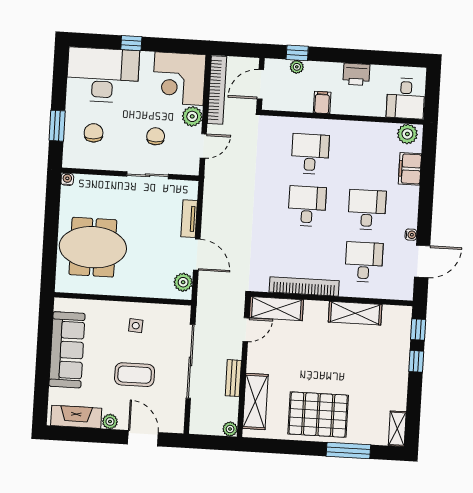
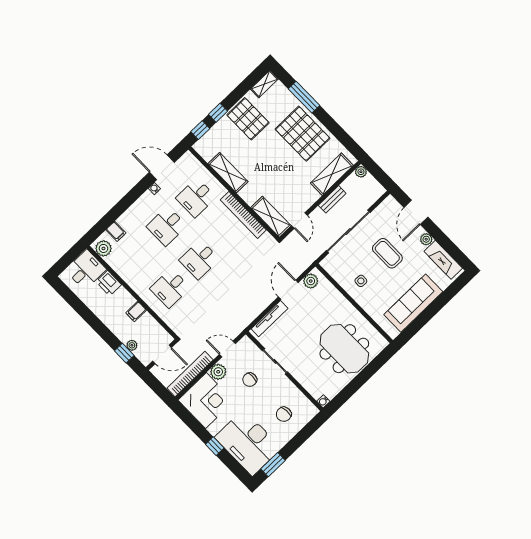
printer: (356, 74) -> (109, 283), moved, turned 180
window: (57, 126) -> (273, 465), moved
filing cabinet: (410, 169) -> (116, 231), width x0.50
tv unit: (189, 219) -> (270, 319), width x1.41
door: (246, 330) -> (300, 221), swing flipped
pallet: (383, 381) -> (248, 119), added

